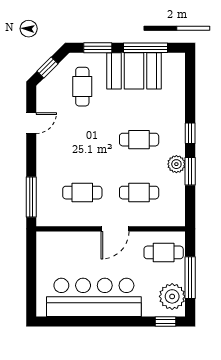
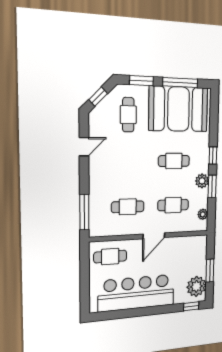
booth: (134, 71) -> (178, 109), width x1.36, depth x1.42
plant: (178, 205) -> (203, 214), added
cafe table: (164, 252) -> (110, 257), moved
window: (190, 278) -> (210, 271), width x0.69

